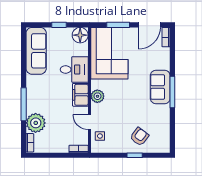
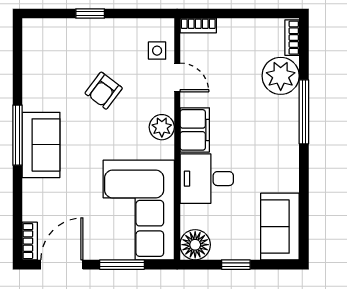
sofa: (36, 51) -> (280, 227), width x0.73
armchair: (139, 137) -> (104, 91), moved

